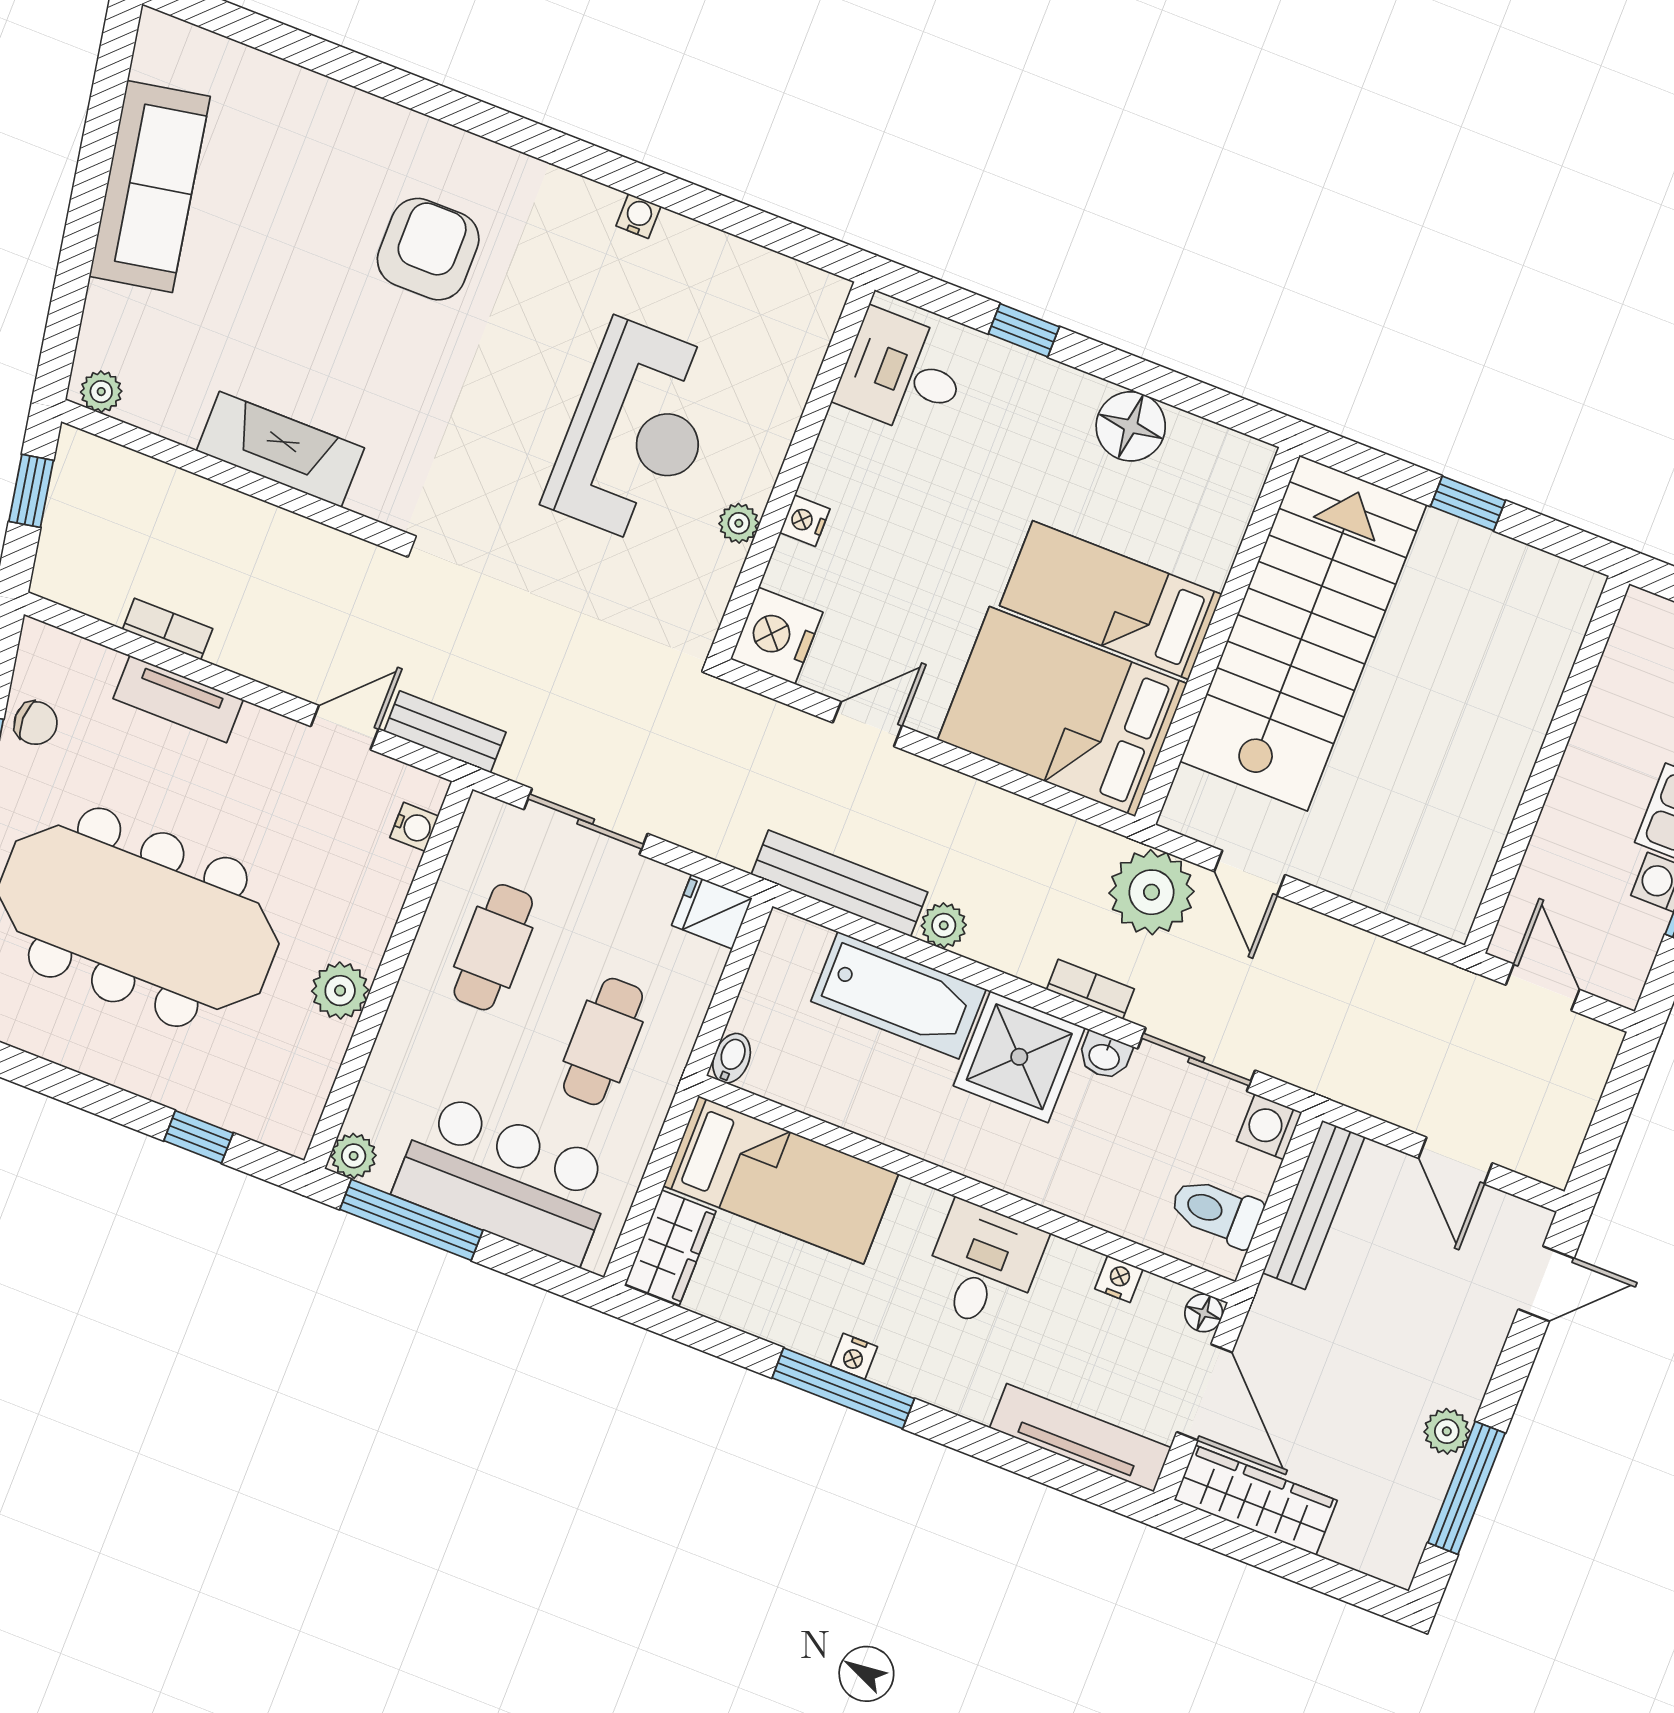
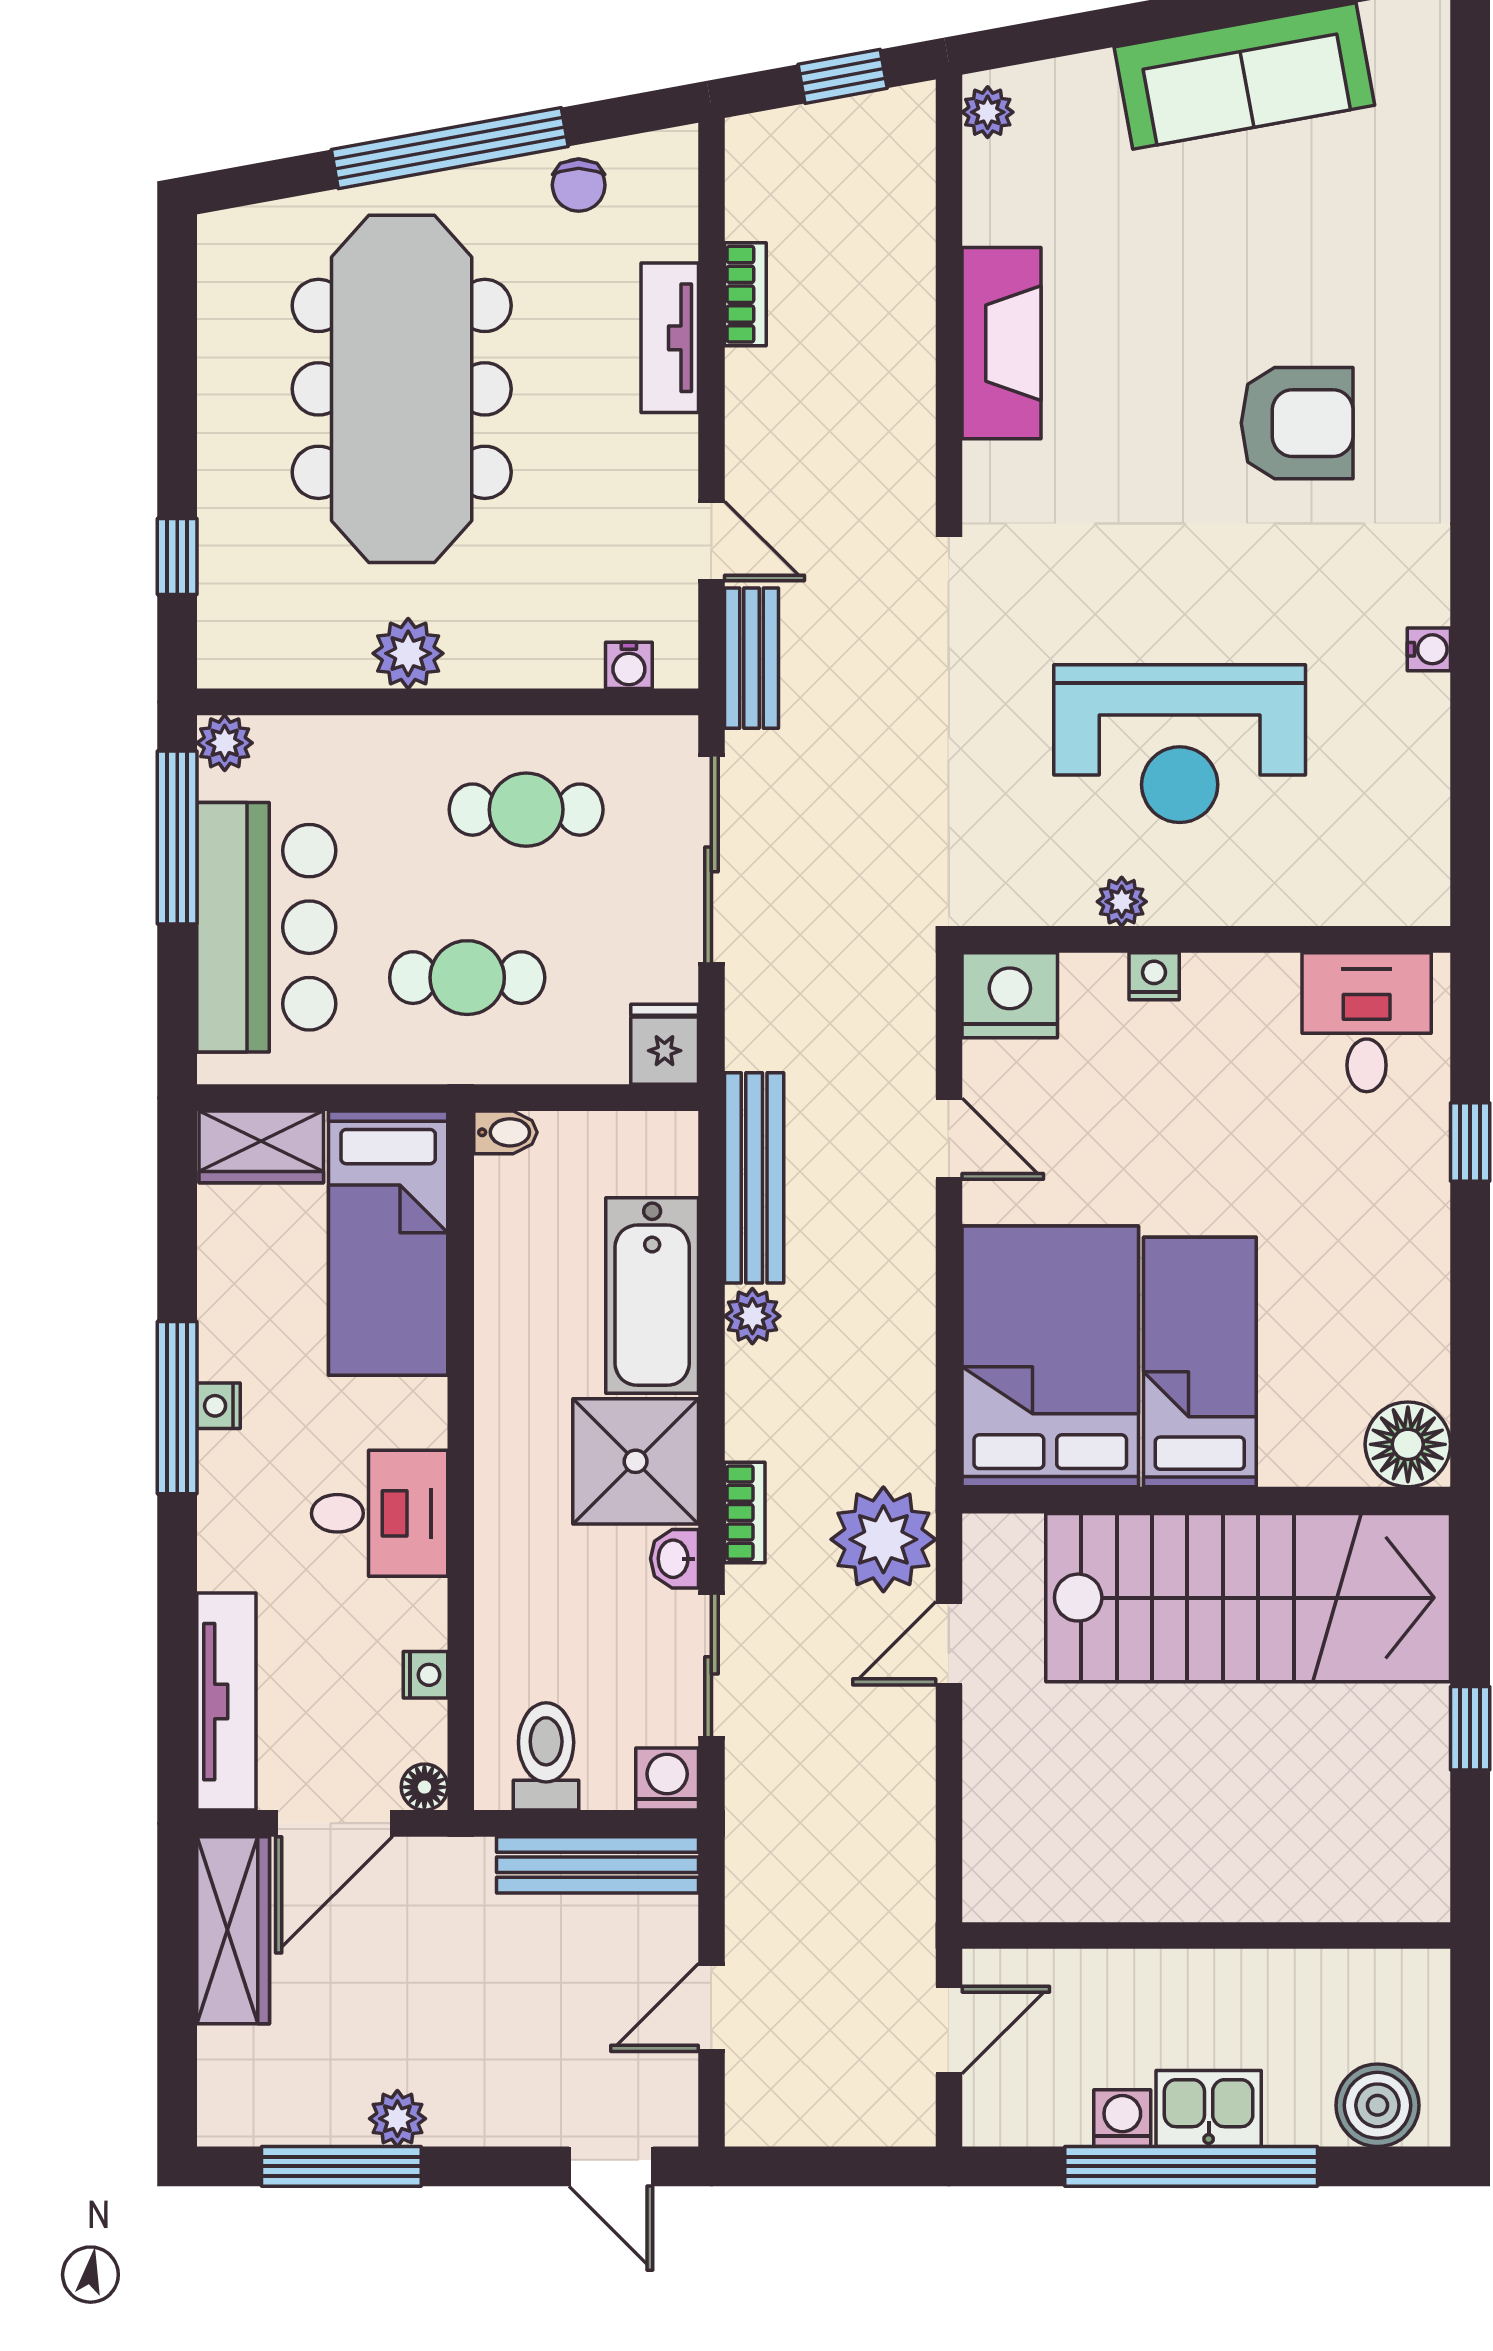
floor lamp: (1131, 426) -> (1408, 1444), moved
sliding door: (586, 822) -> (711, 859), width x1.37

